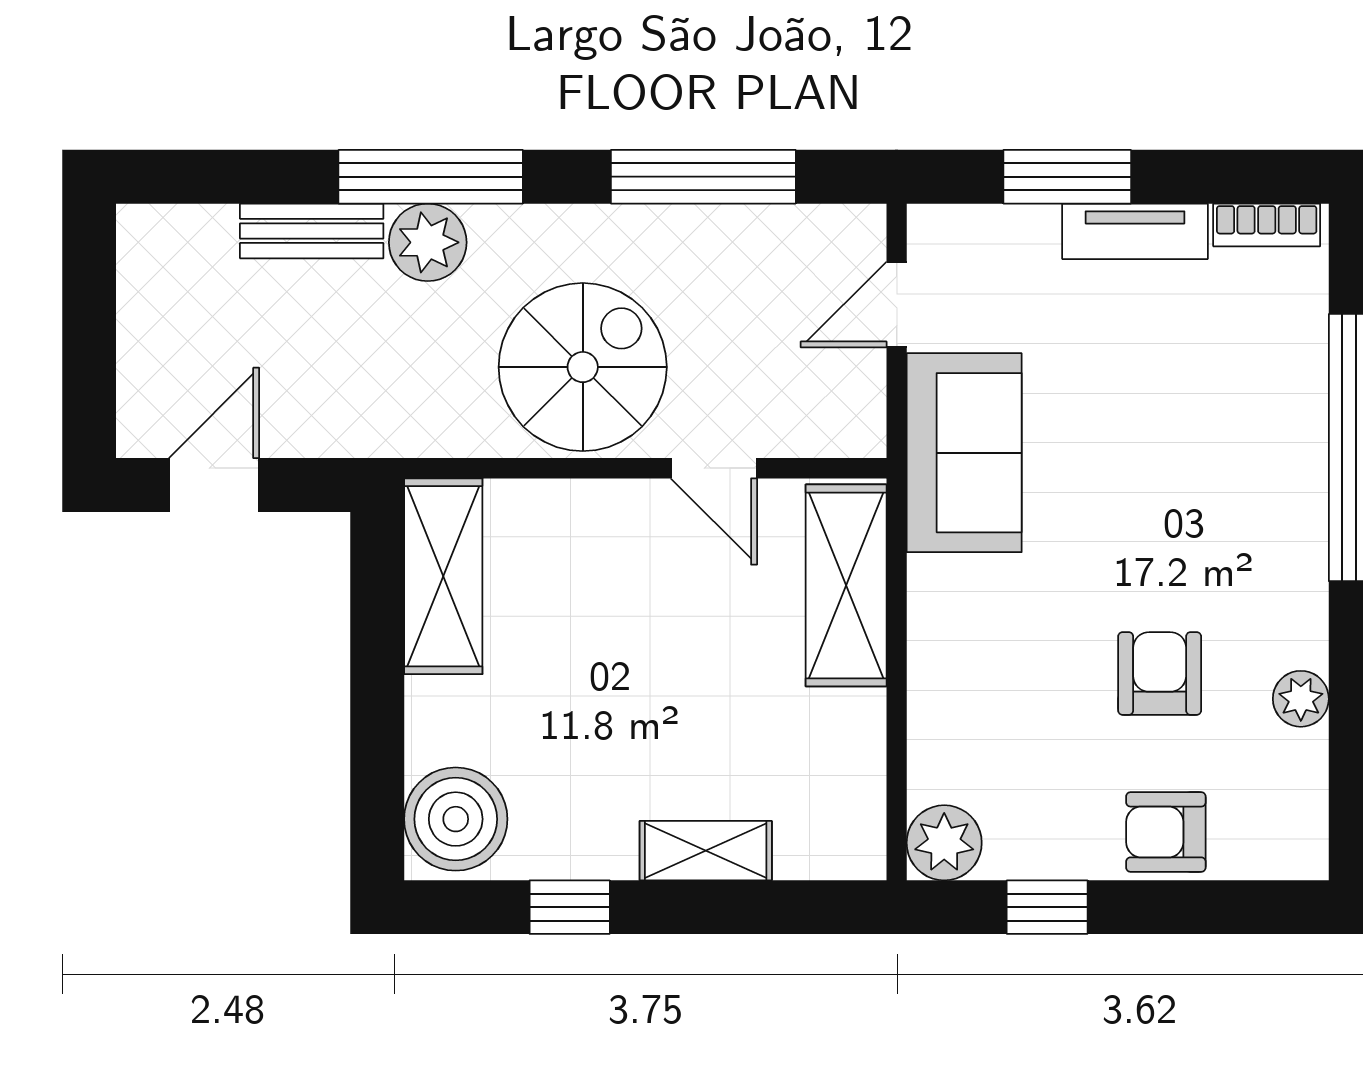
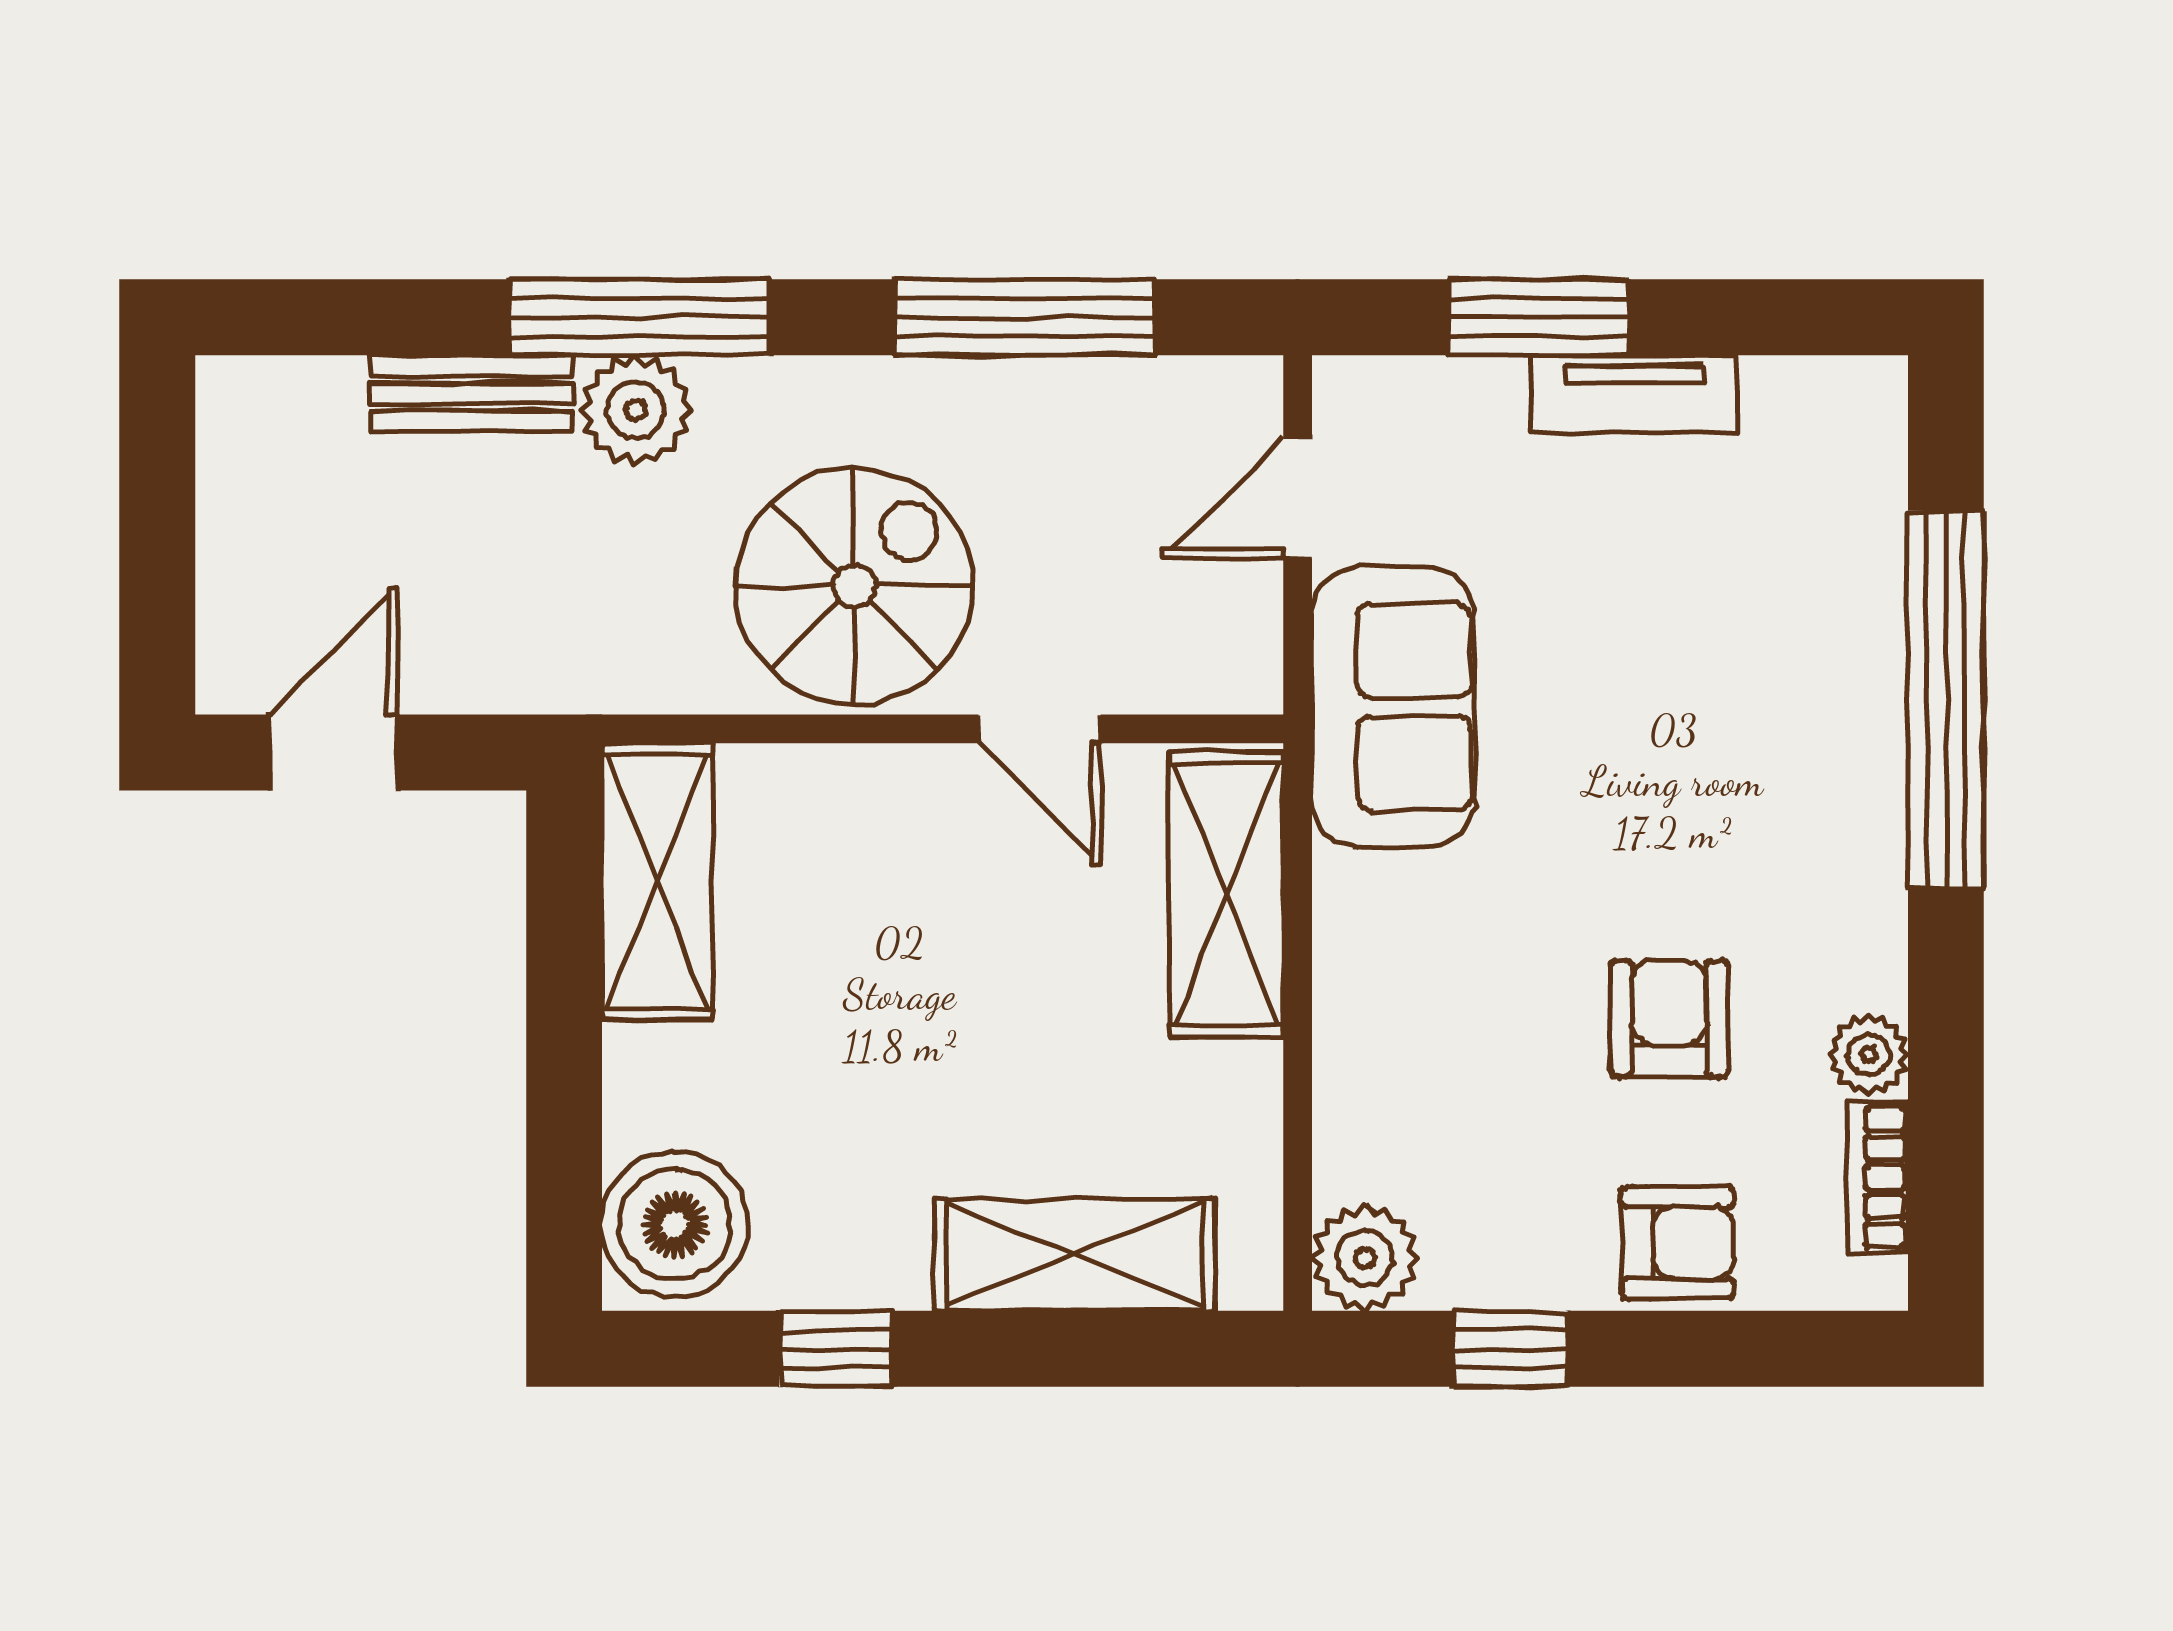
bookcase: (1267, 225) -> (1878, 1177), moved, turned 90
armchair: (1166, 832) -> (1678, 1243), turned 180
shelving: (706, 851) -> (1075, 1255), width x1.50, depth x1.33

